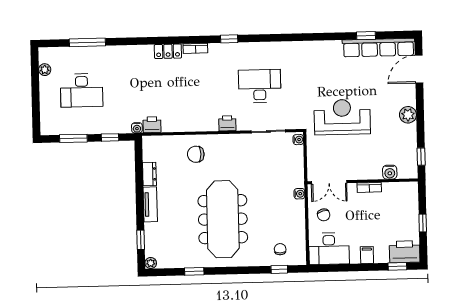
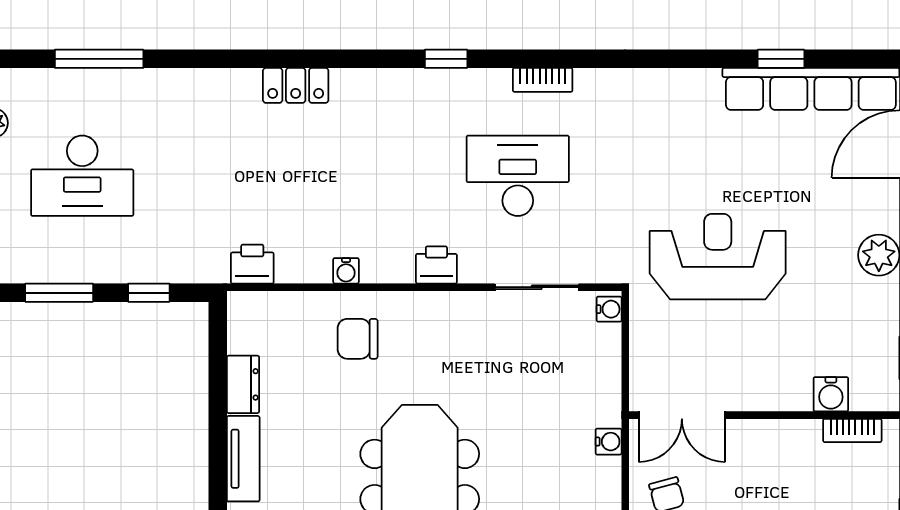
bookcase: (195, 48) -> (543, 80), moved
water cooler: (137, 128) -> (346, 271), moved
bookcase: (369, 187) -> (852, 430), moved

